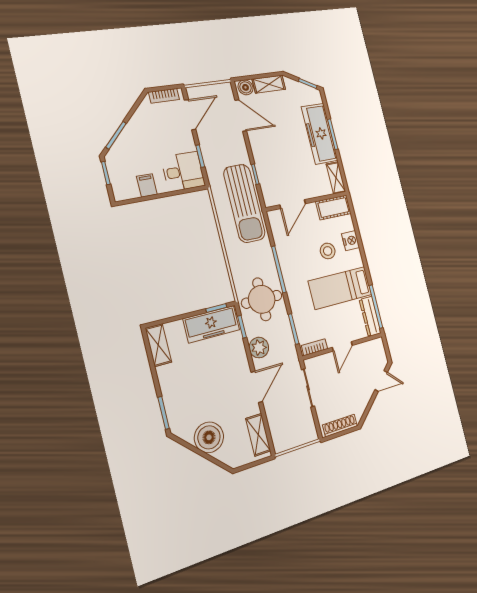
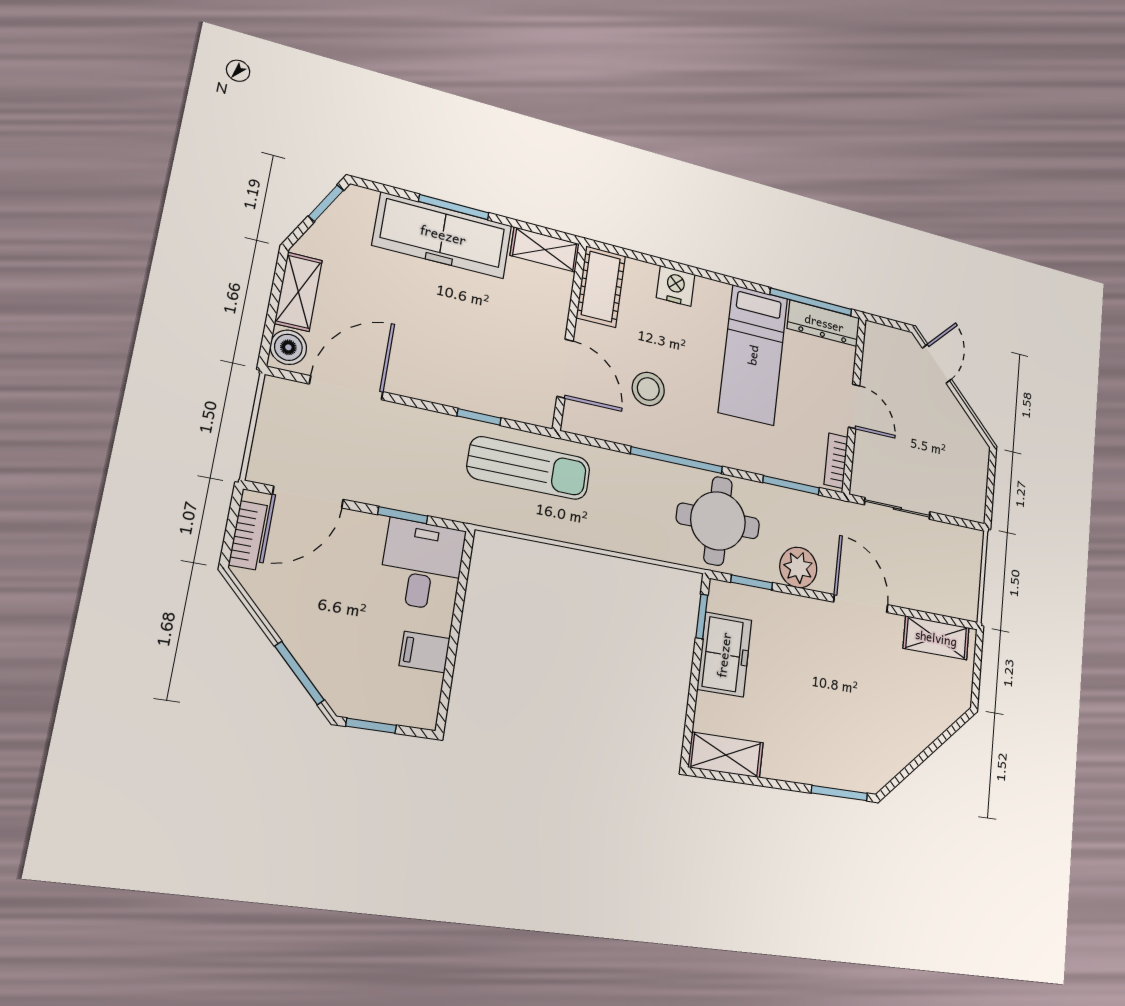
door: (190, 115) -> (308, 497), swing flipped
sun lounger: (244, 203) -> (529, 468), width x0.73, depth x0.75
stool: (328, 251) -> (648, 389), moved
freezer: (211, 324) -> (724, 655), width x0.71
shoe rack: (340, 425) -> (978, 481), removed
boiler: (209, 437) -> (907, 729), removed

